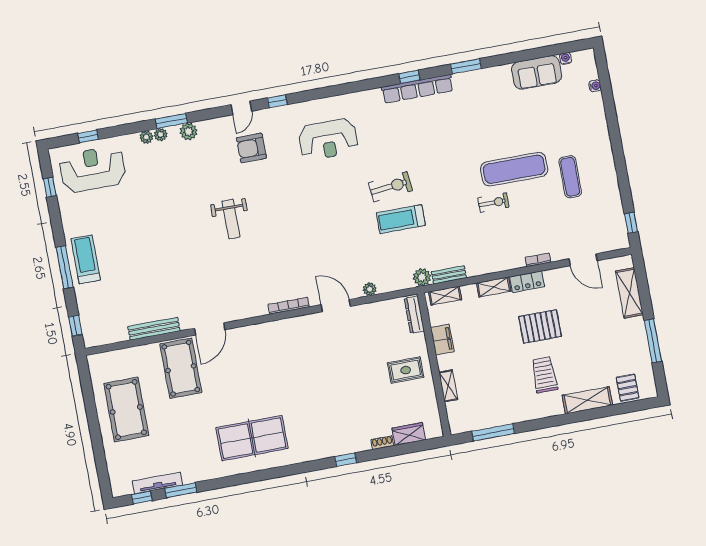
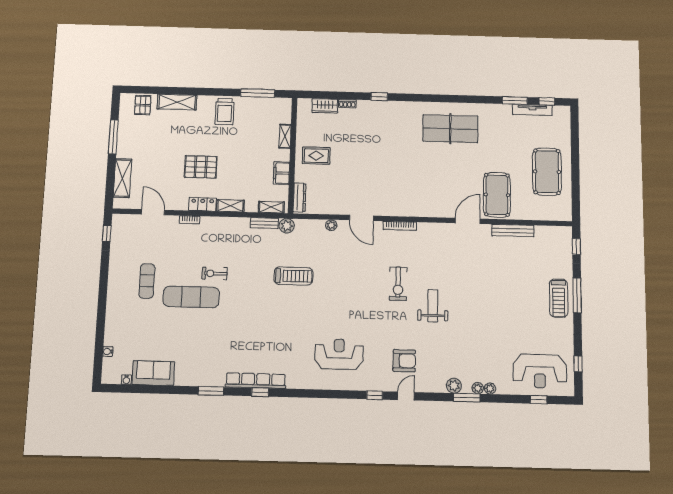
exercise bike: (390, 187) -> (398, 284), moved, turned -84
trolley: (544, 375) -> (225, 112), moved

